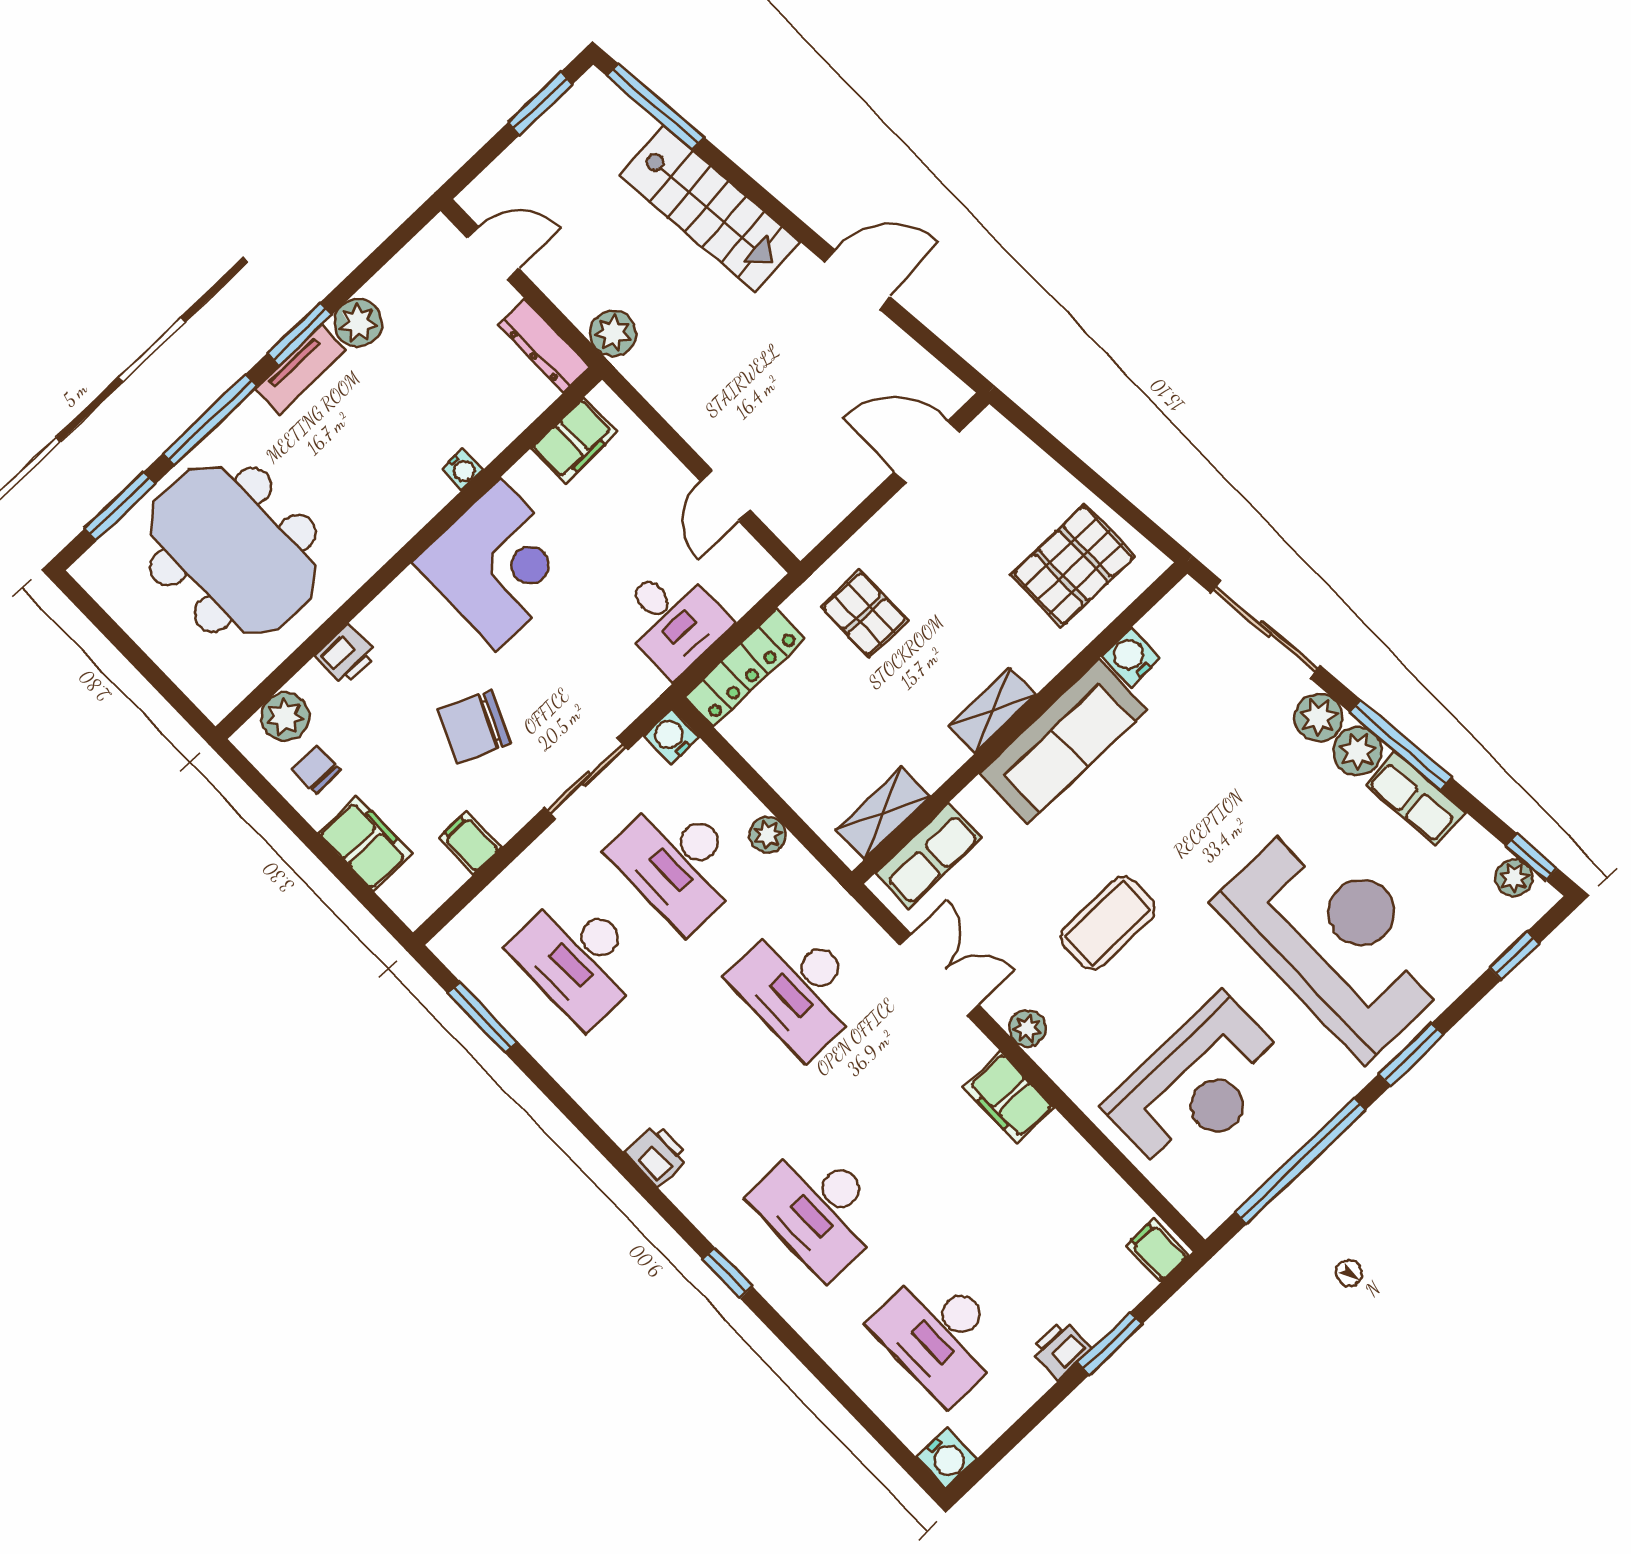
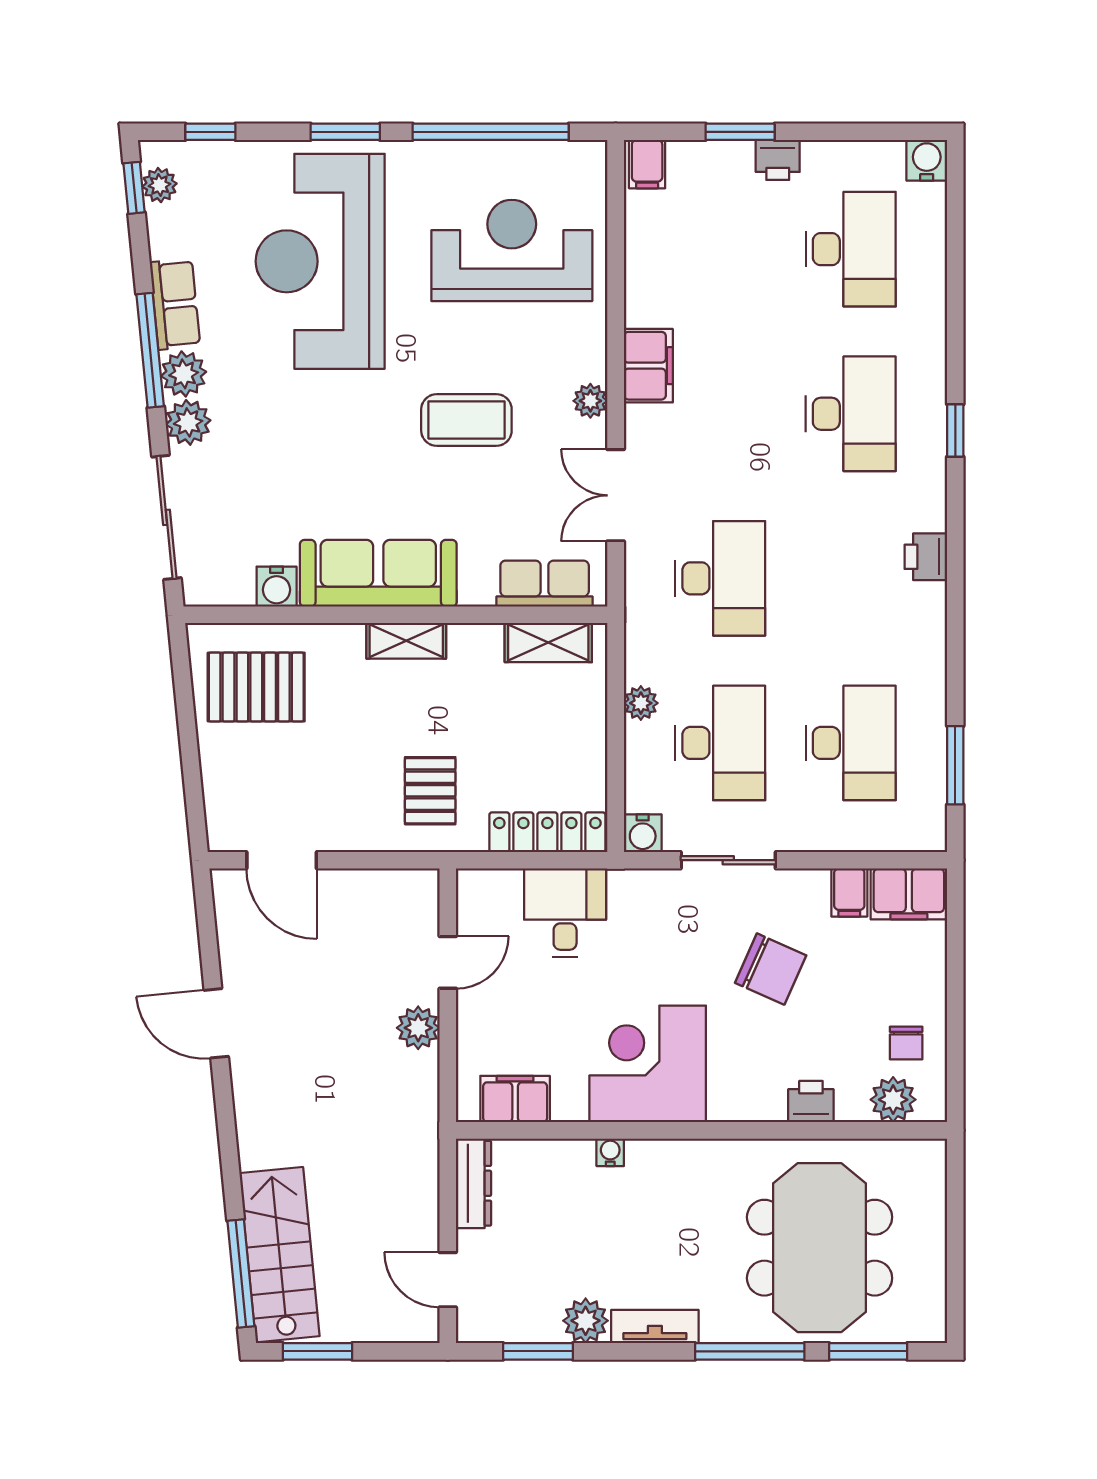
stairs: (709, 209) -> (279, 1255), moved
plant: (613, 333) -> (418, 1028), moved
window: (300, 334) -> (538, 1351), moved
filing cabinet: (365, 843) -> (909, 894), moved, turned -90

